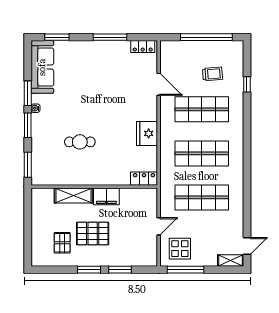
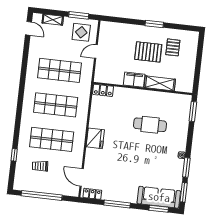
sofa: (42, 67) -> (159, 197), moved, turned 90
door: (159, 84) -> (82, 178), moved
window: (28, 125) -> (184, 192), moved
fridge: (147, 133) -> (95, 138), moved
cafe table: (80, 142) -> (150, 125), width x1.37, depth x1.35
door: (247, 246) -> (29, 28), swing flipped
shelving: (231, 260) -> (53, 20), moved
window: (120, 270) -> (130, 21), removed
window: (185, 270) -> (79, 15), width x0.69

